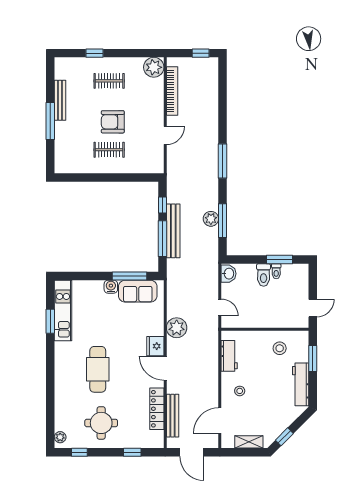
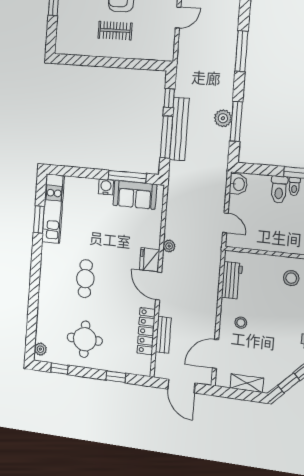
plant: (177, 328) -> (169, 246), width x0.53, depth x0.53
cafe table: (98, 369) -> (85, 279), width x0.73, depth x0.74
bench: (173, 416) -> (163, 335), width x0.73

